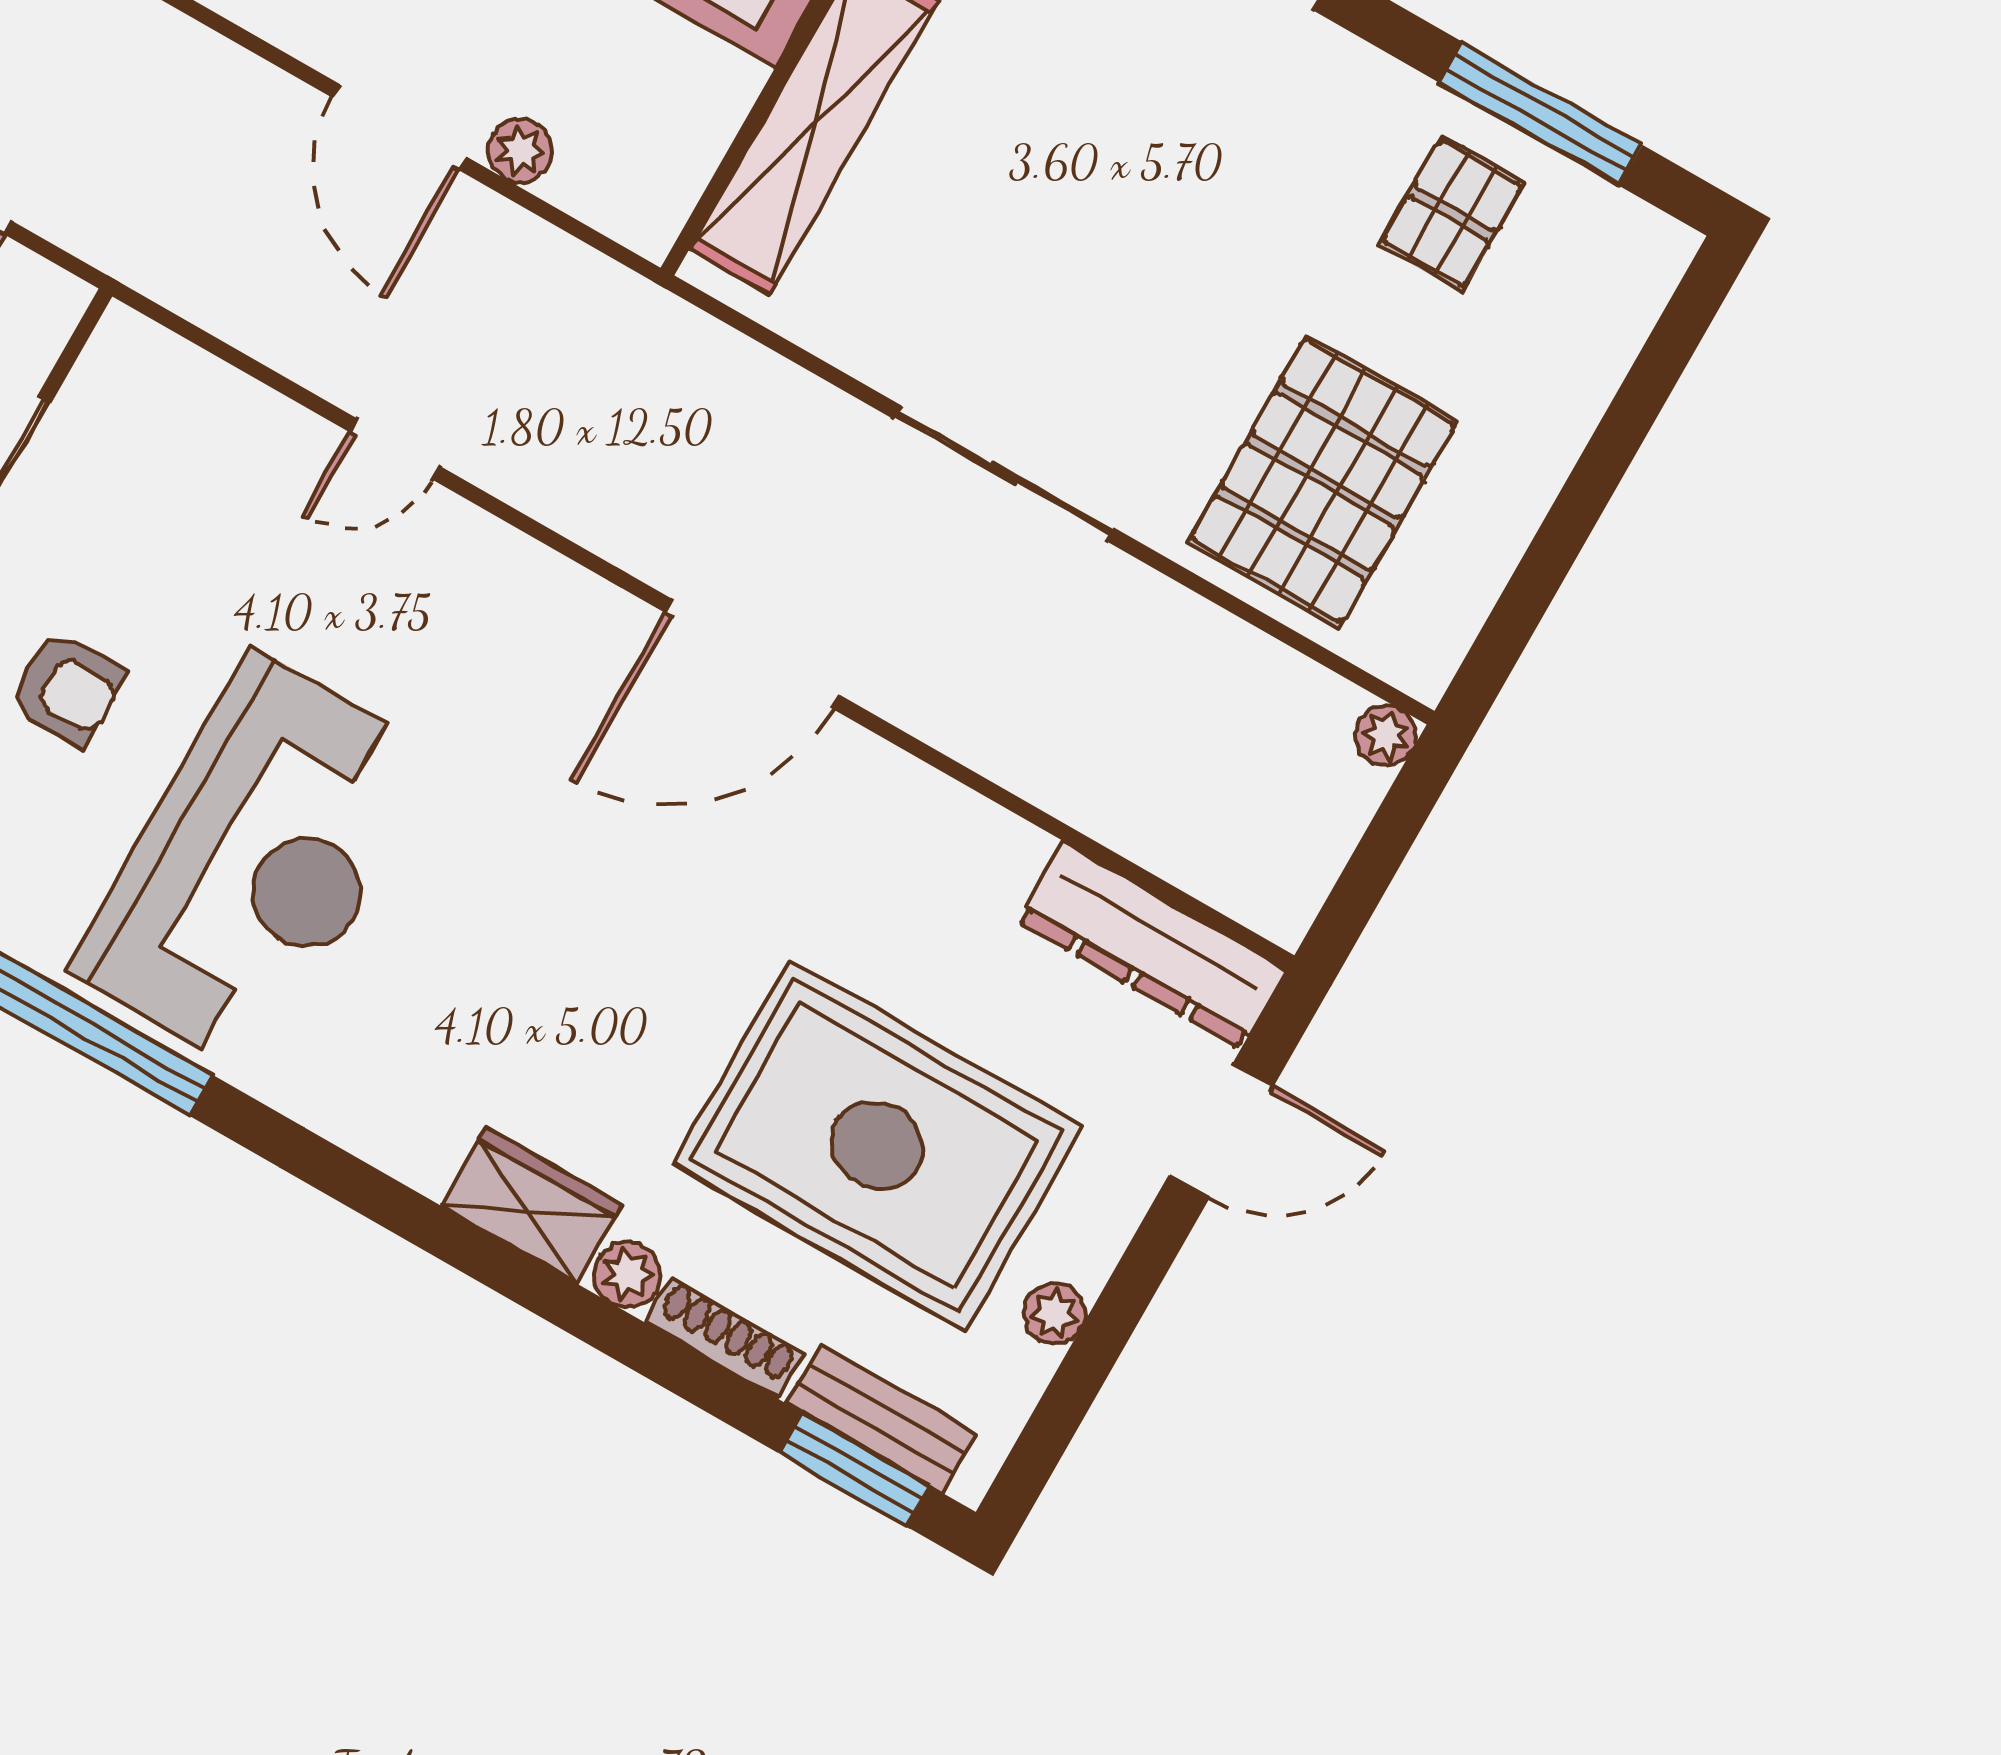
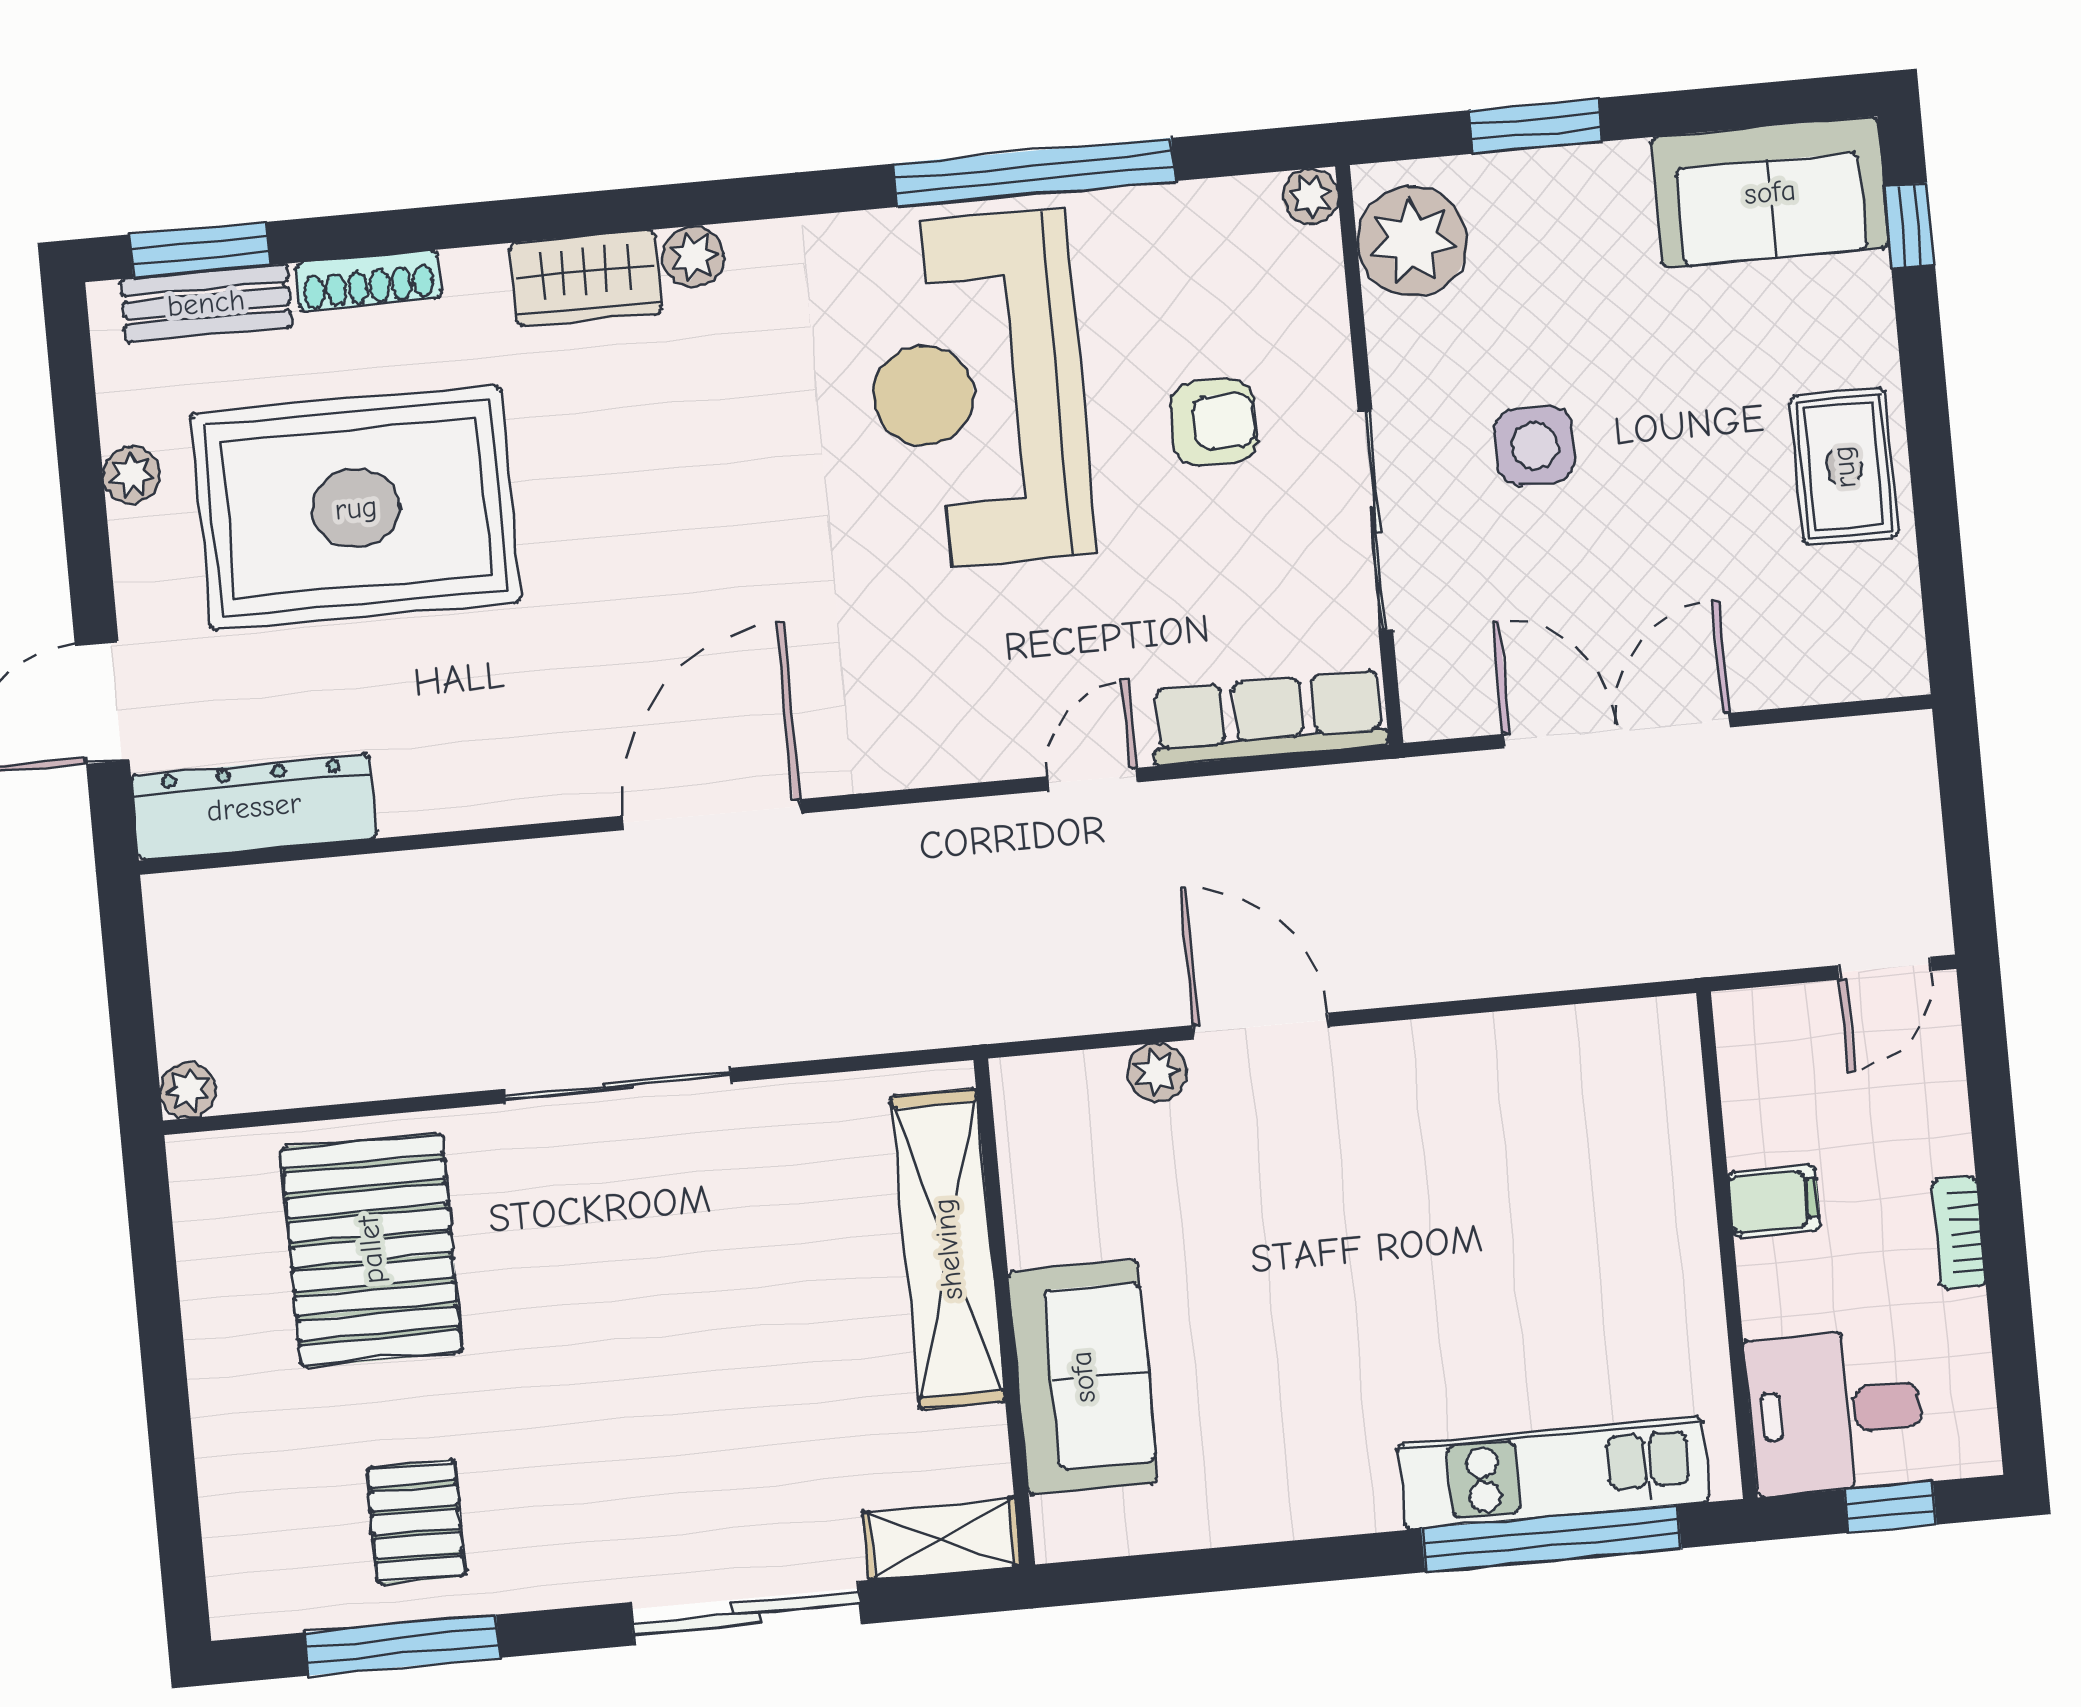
row of seats: (202, 394) -> (1269, 718), added
armchair: (67, 689) -> (1214, 422), turned 180
plant: (627, 1275) -> (693, 256), moved

